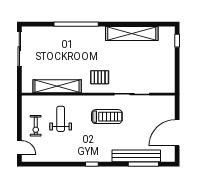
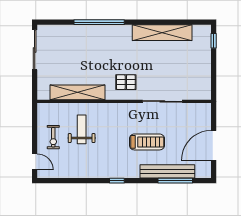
treadmill: (107, 117) -> (147, 142), moved

